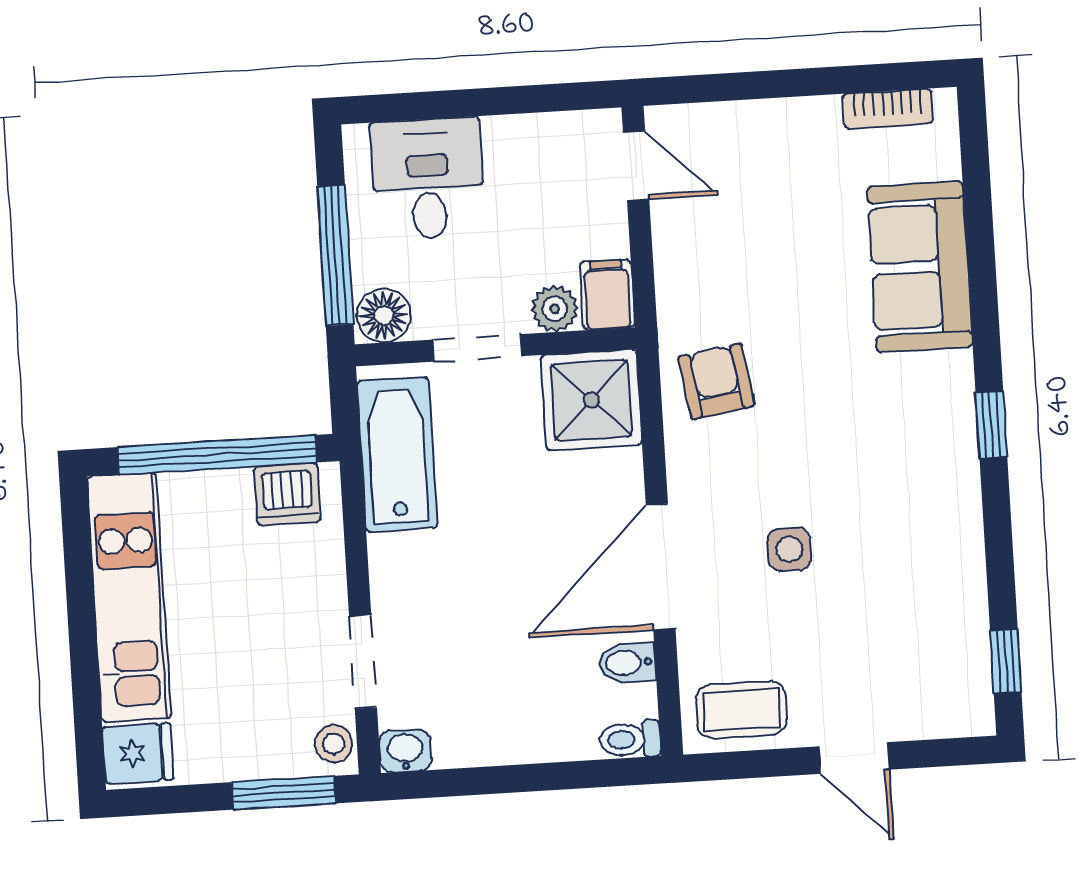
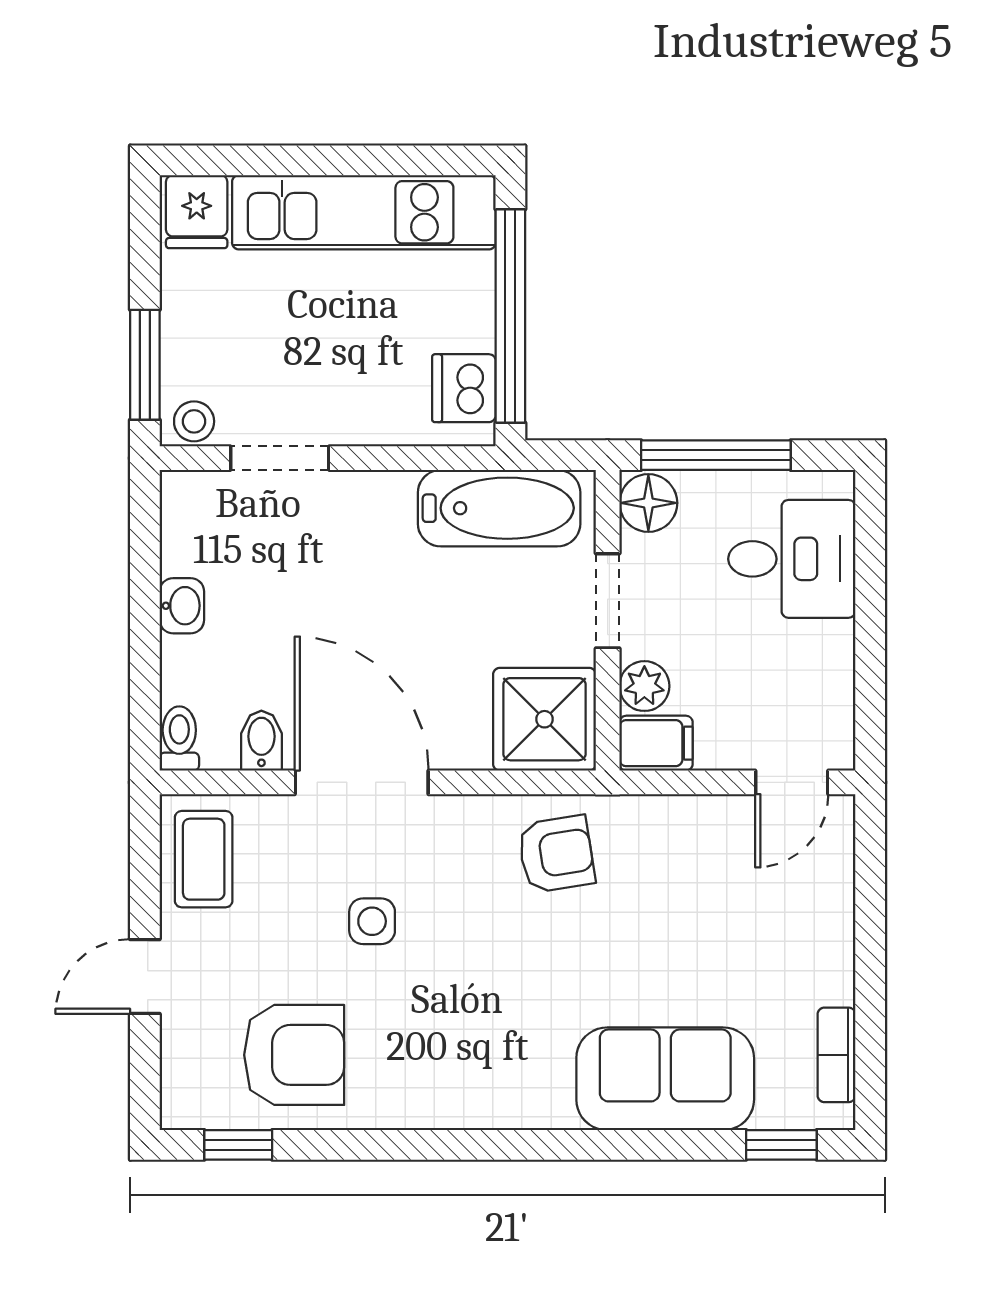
window: (991, 425) -> (781, 1145), moved
armchair: (919, 614) -> (294, 1055), added
washbasin: (405, 751) -> (182, 606), moved

